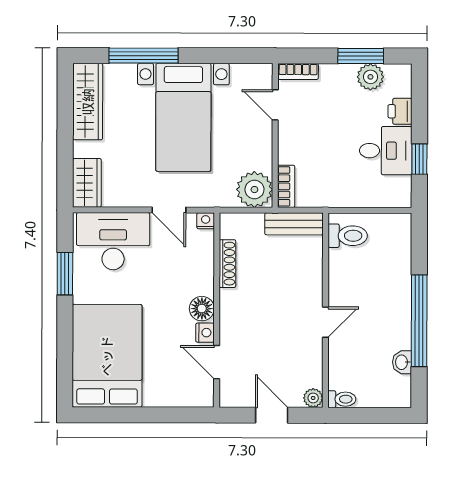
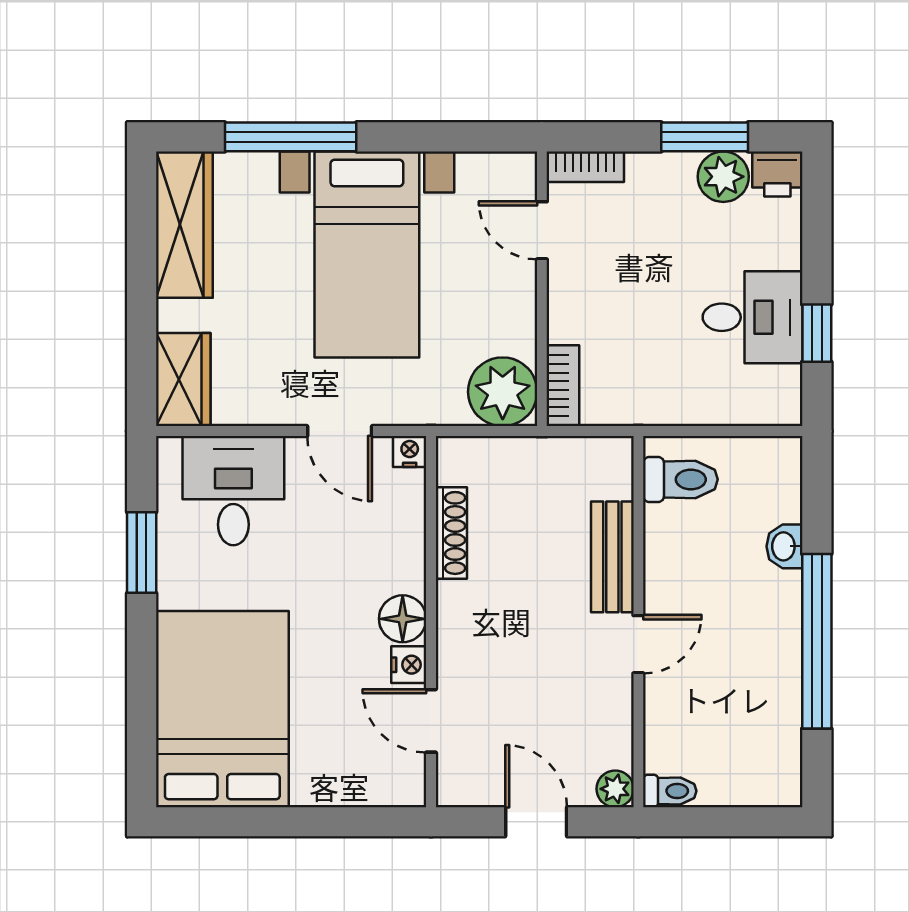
printer: (400, 111) -> (777, 174), moved, turned -90
bench: (294, 224) -> (612, 557), moved, turned 90
desk: (113, 241) -> (233, 491), width x0.73
washbasin: (402, 362) -> (784, 546), moved

